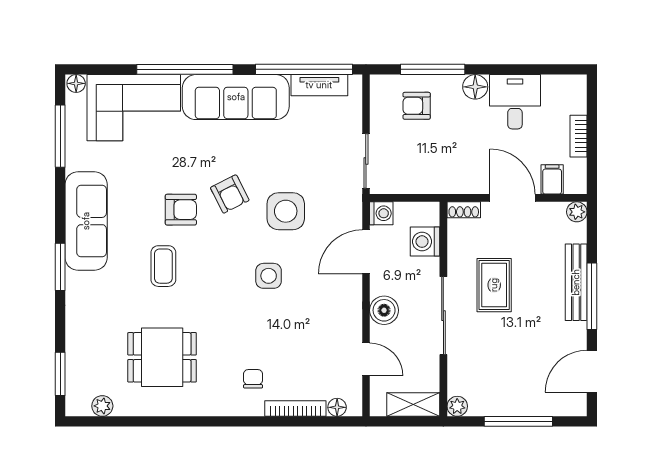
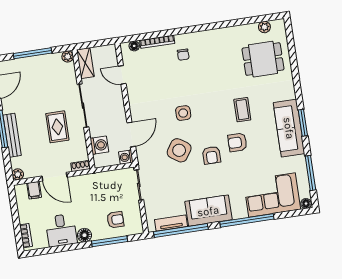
sofa: (236, 97) -> (208, 211), width x0.73
bookcase: (579, 136) -> (26, 236), moved
armchair: (230, 194) -> (212, 155), turned -153
side table: (286, 211) -> (179, 150), turned 34
window: (60, 267) -> (303, 123), moved
boiler: (384, 310) -> (116, 104), removed
dining table: (162, 357) -> (263, 59), moved
window: (60, 374) -> (290, 41), removed
shelving: (413, 405) -> (85, 63), moved, turned 90

